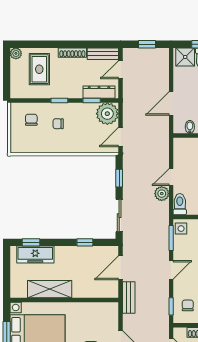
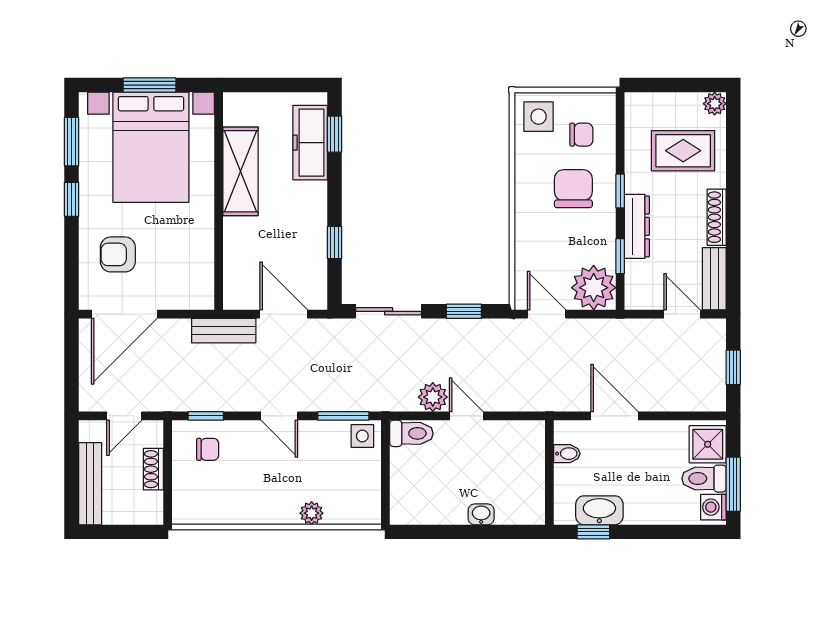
dresser: (99, 92) -> (637, 226), moved
chair: (58, 124) -> (573, 189), width x1.87, depth x1.87
side table: (22, 141) -> (539, 117), added

